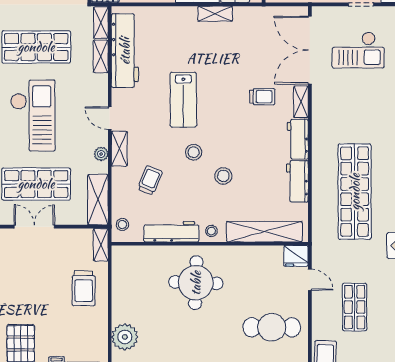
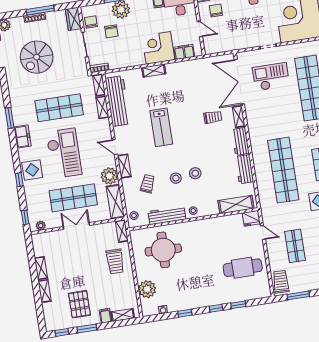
shelving: (215, 14) -> (154, 71), moved
checkout: (358, 50) -> (271, 77), turned 180
stool: (194, 152) -> (176, 178), moved
plant: (101, 154) -> (109, 176), width x1.88, depth x1.88
shelving: (264, 232) -> (236, 204), width x0.68
round table: (196, 283) -> (163, 250), moved

